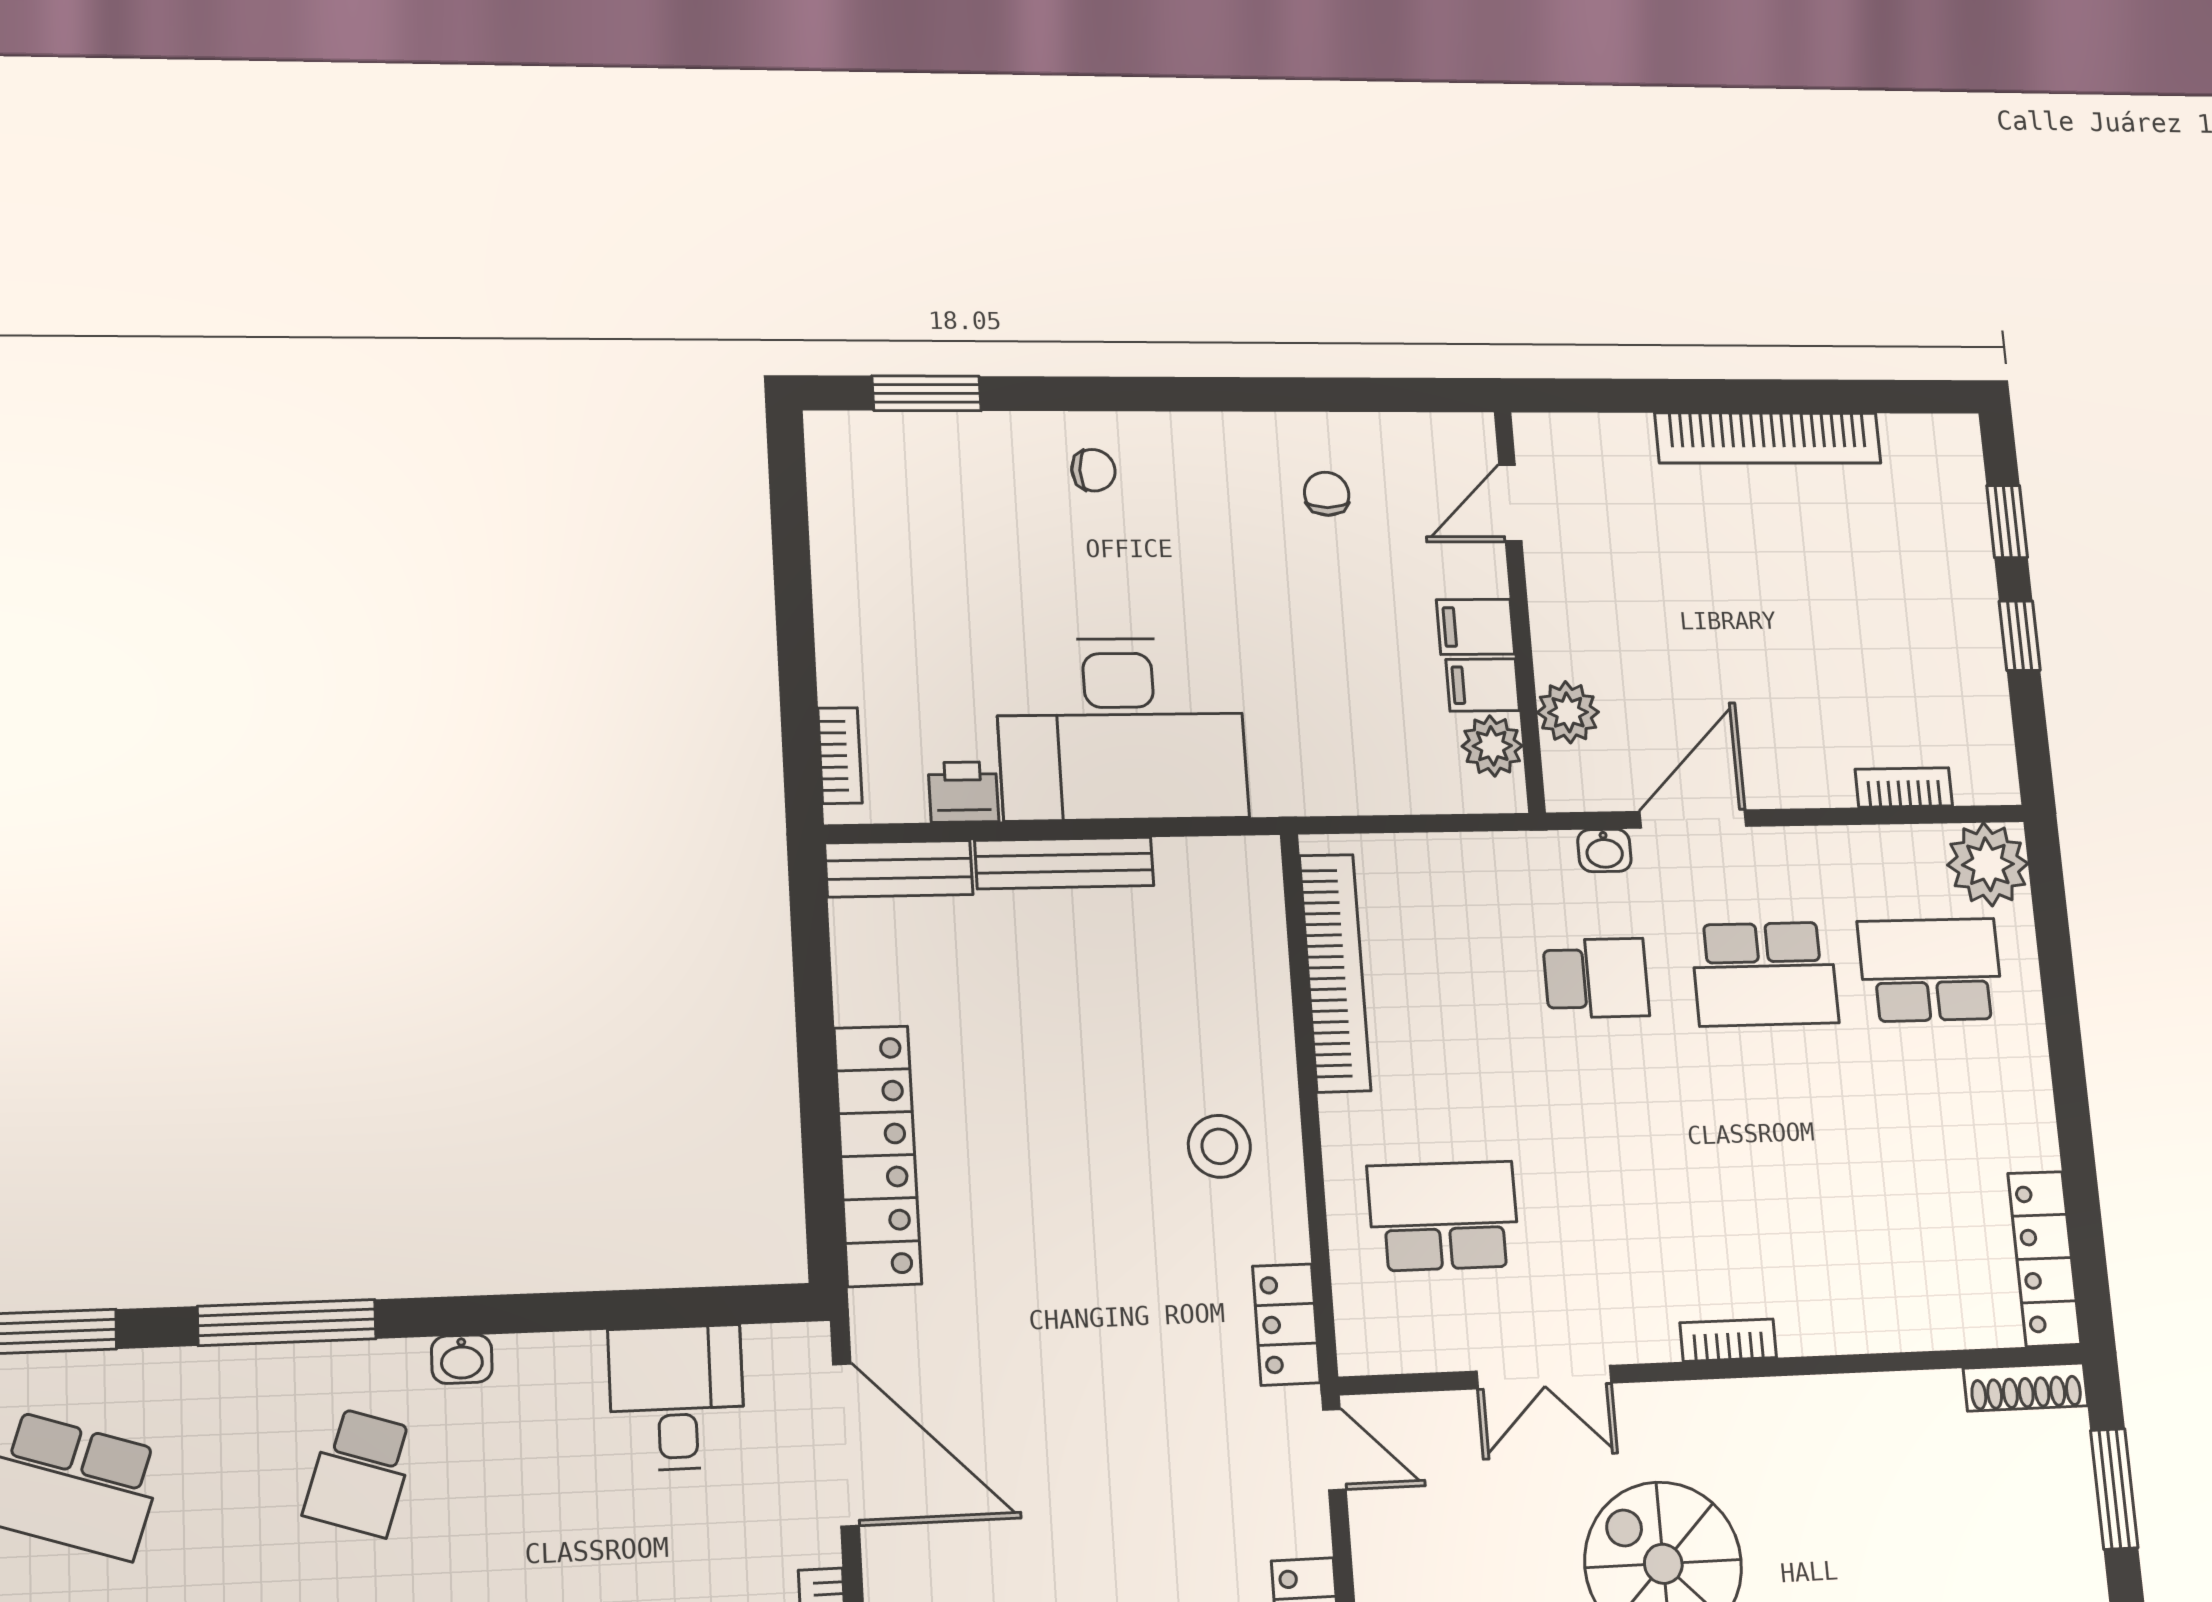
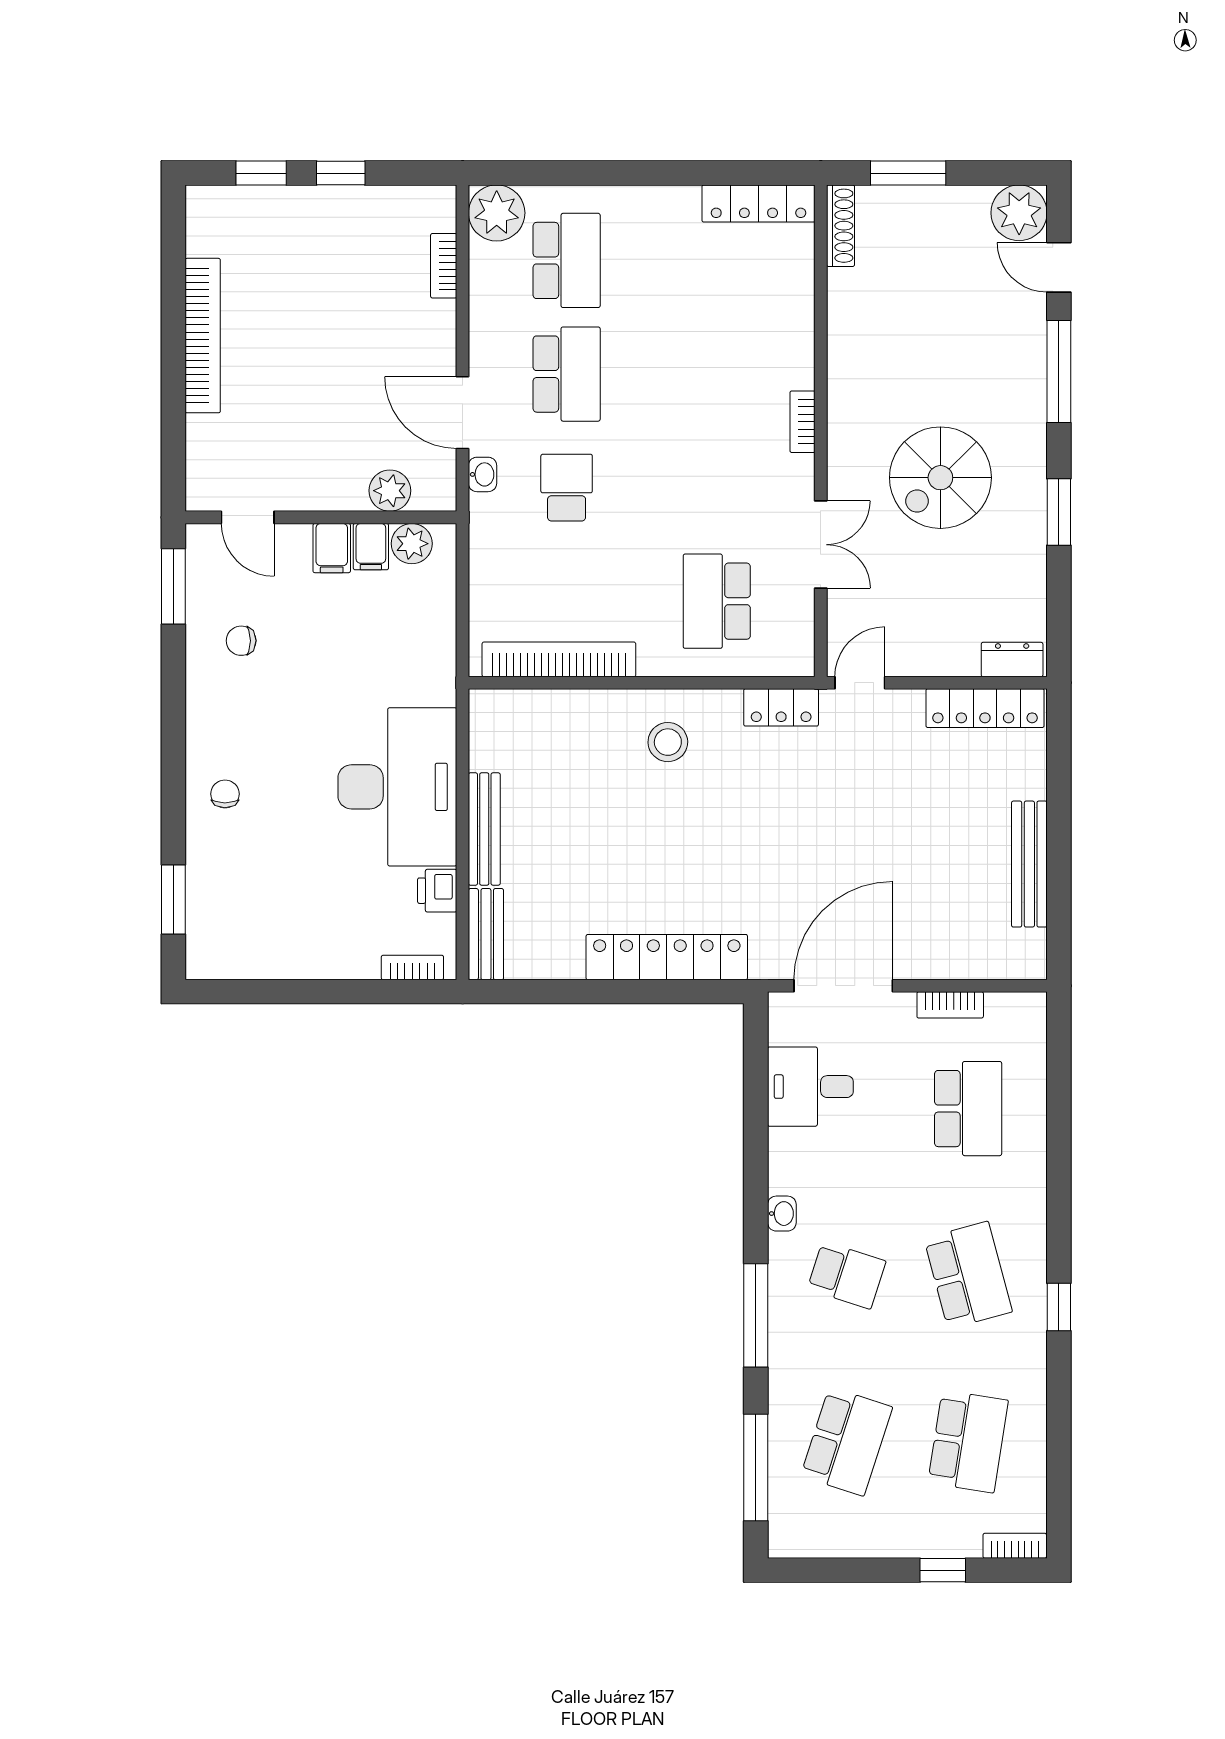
window: (1400, 395) -> (173, 586), added
school desk: (1931, 970) -> (567, 260), turned 180

